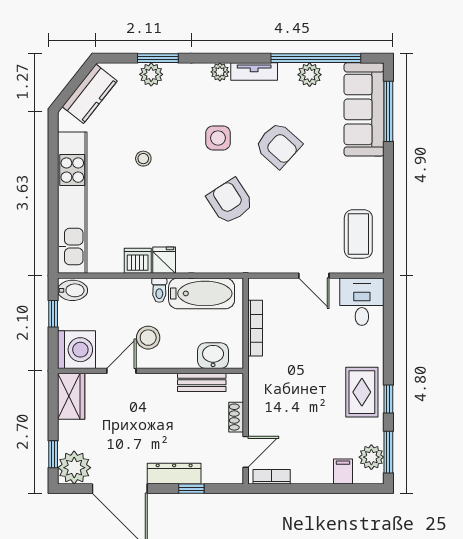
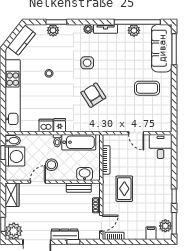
armchair: (278, 145) -> (118, 66), removed
coffee table: (358, 234) -> (147, 88), moved, turned 90
washing machine: (77, 350) -> (15, 156), moved
rug: (362, 392) -> (124, 189), moved

